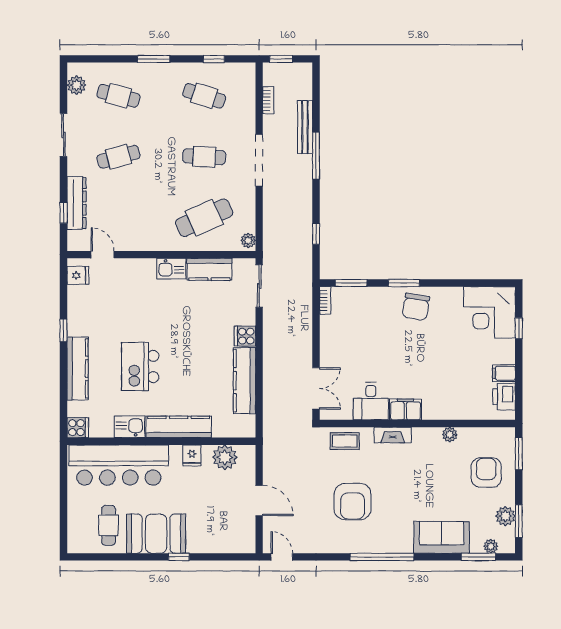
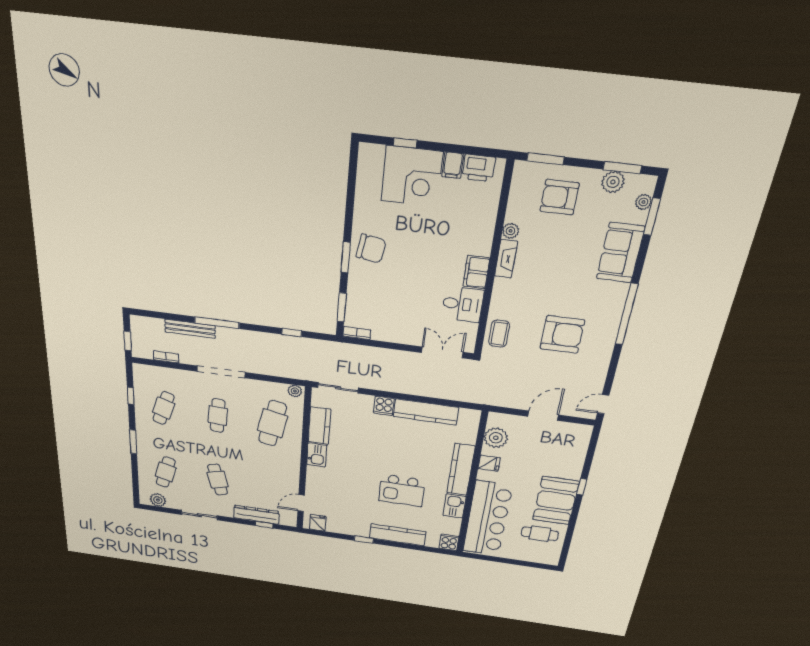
cafe table: (204, 218) -> (272, 423), turned 36
corner desk: (489, 312) -> (412, 176), moved
fireplace: (393, 435) -> (506, 259), moved

